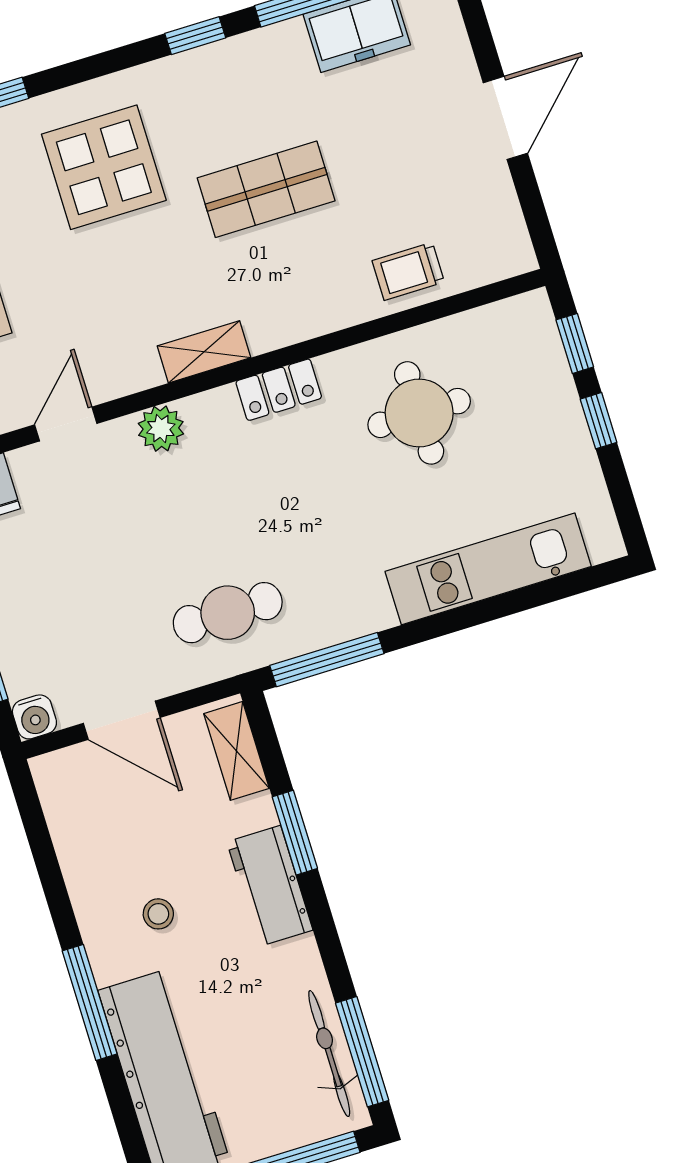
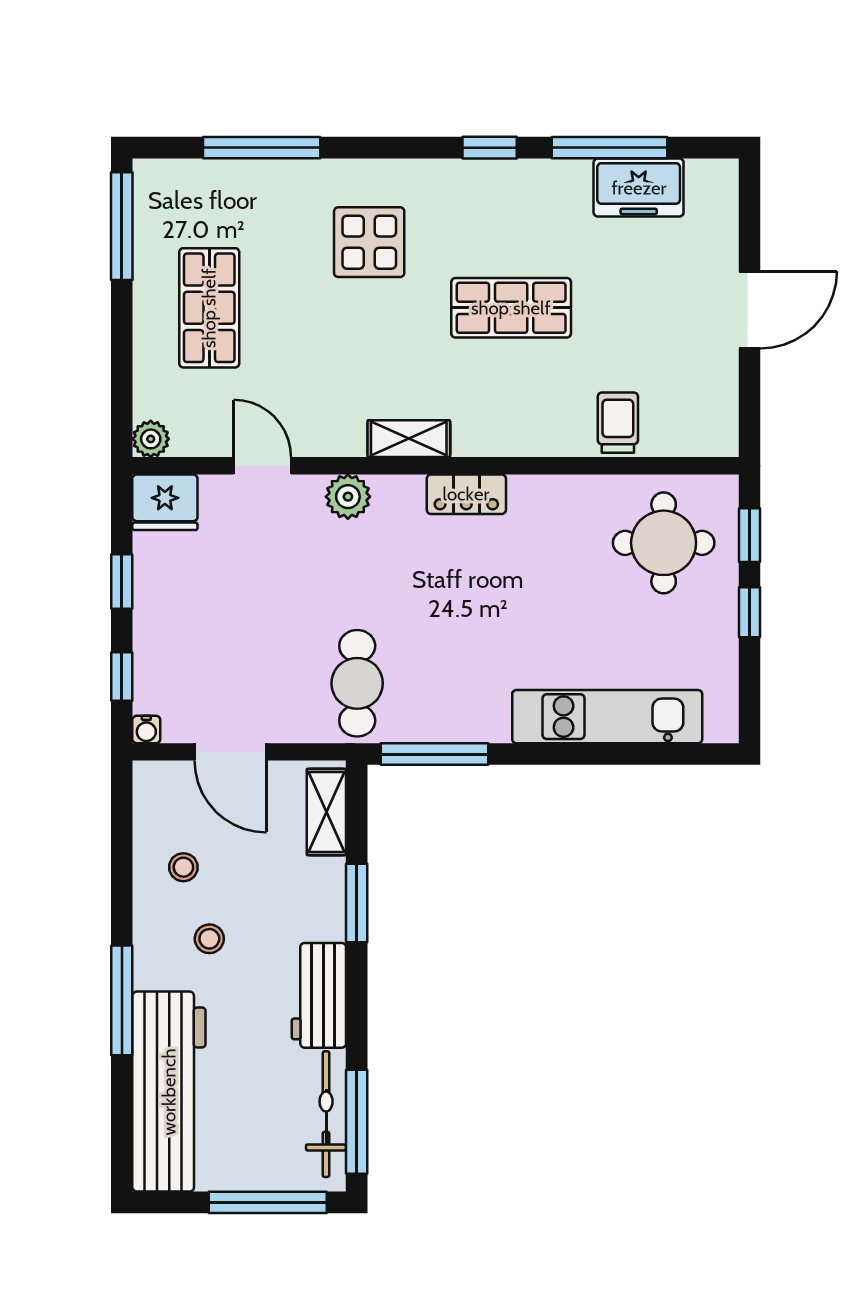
display table: (104, 167) -> (369, 242), width x0.73, depth x0.73
trolley: (408, 271) -> (618, 423), turned 90
round table: (419, 413) -> (664, 543), moved
door: (66, 424) -> (262, 466), hinge flipped
cafe table: (228, 613) -> (357, 683), turned 90
water cooler: (34, 717) -> (146, 730), width x0.72, depth x0.72
stool: (110, 850) -> (183, 867), added
workbench: (270, 886) -> (319, 995), moved

